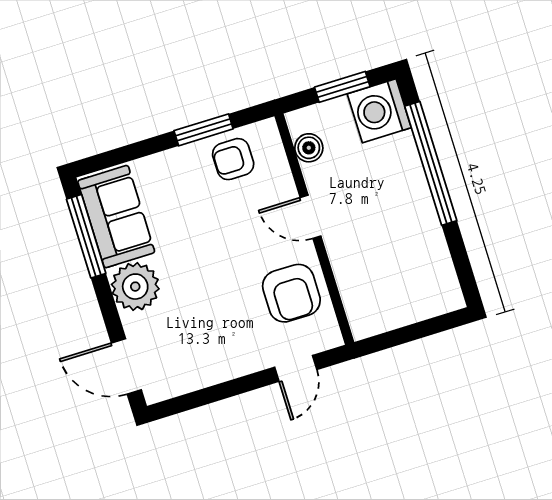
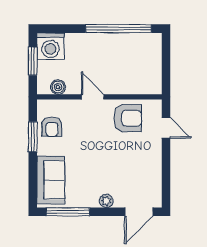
window: (431, 163) -> (118, 29), moved
sofa: (116, 217) -> (51, 180), moved, turned 90
door: (311, 217) -> (93, 97), swing flipped
plant: (135, 287) -> (106, 201), width x0.53, depth x0.53

